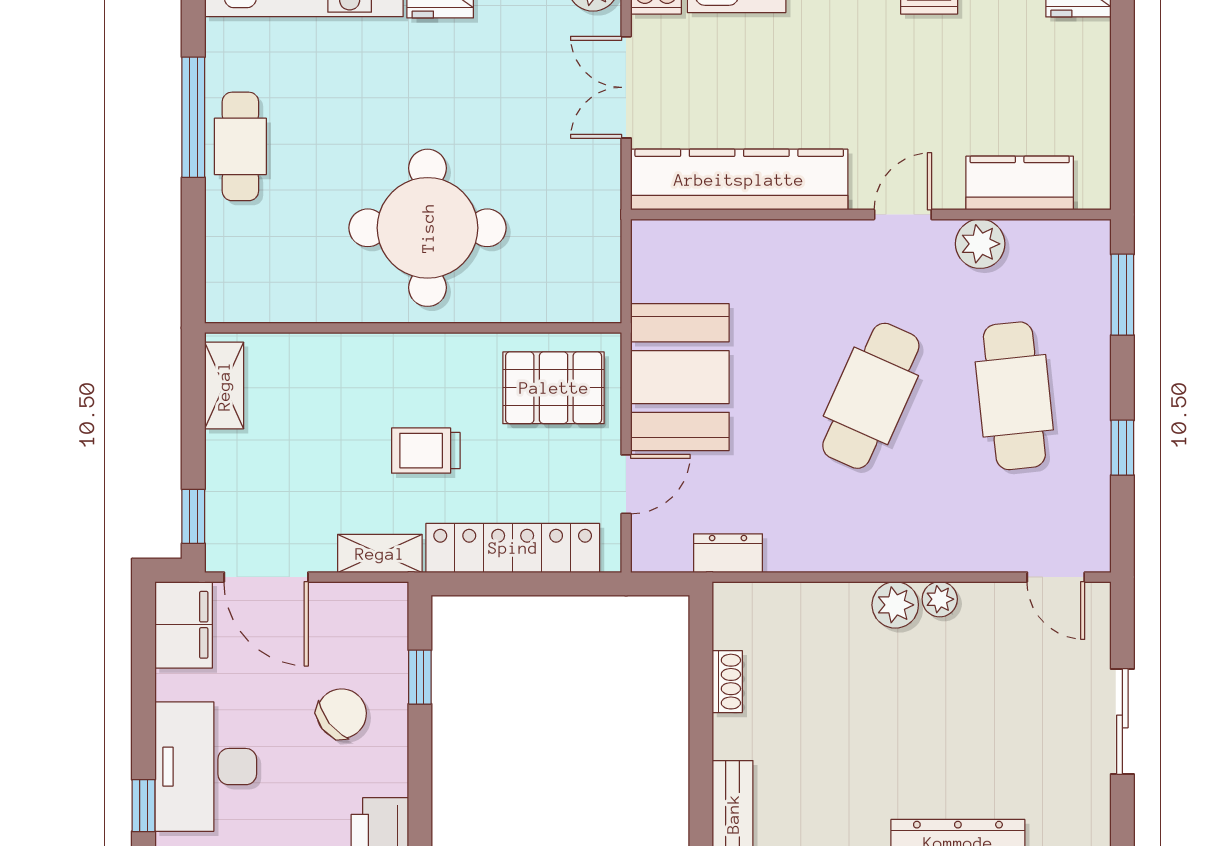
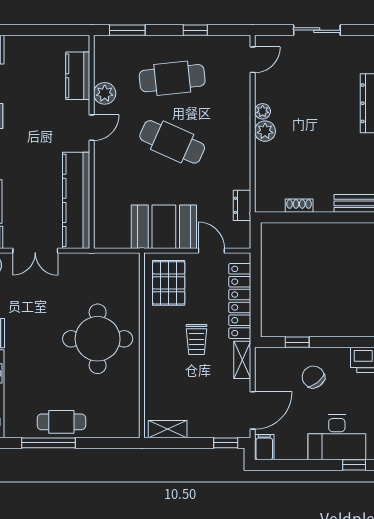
door: (903, 215) -> (92, 128), swing flipped
filing cabinet: (184, 625) -> (264, 447), width x0.50

